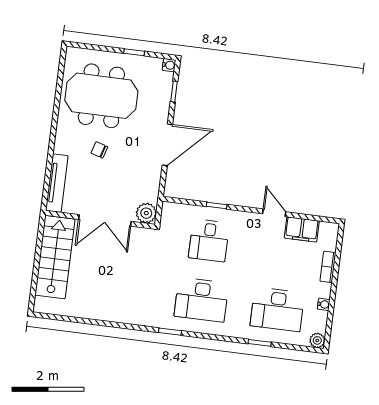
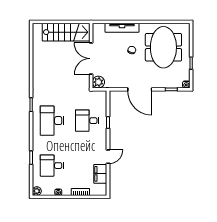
tv unit: (57, 183) -> (122, 28), moved
desk: (277, 309) -> (52, 166), width x0.73

